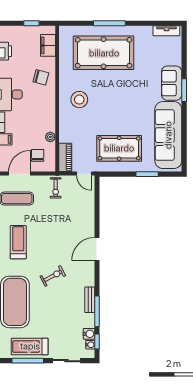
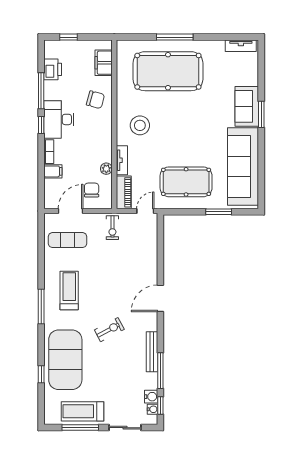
window: (31, 23) -> (69, 37), moved
tv unit: (64, 130) -> (122, 160), added
door: (84, 174) -> (145, 211), swing flipped
bench: (90, 300) -> (152, 352), width x1.36

